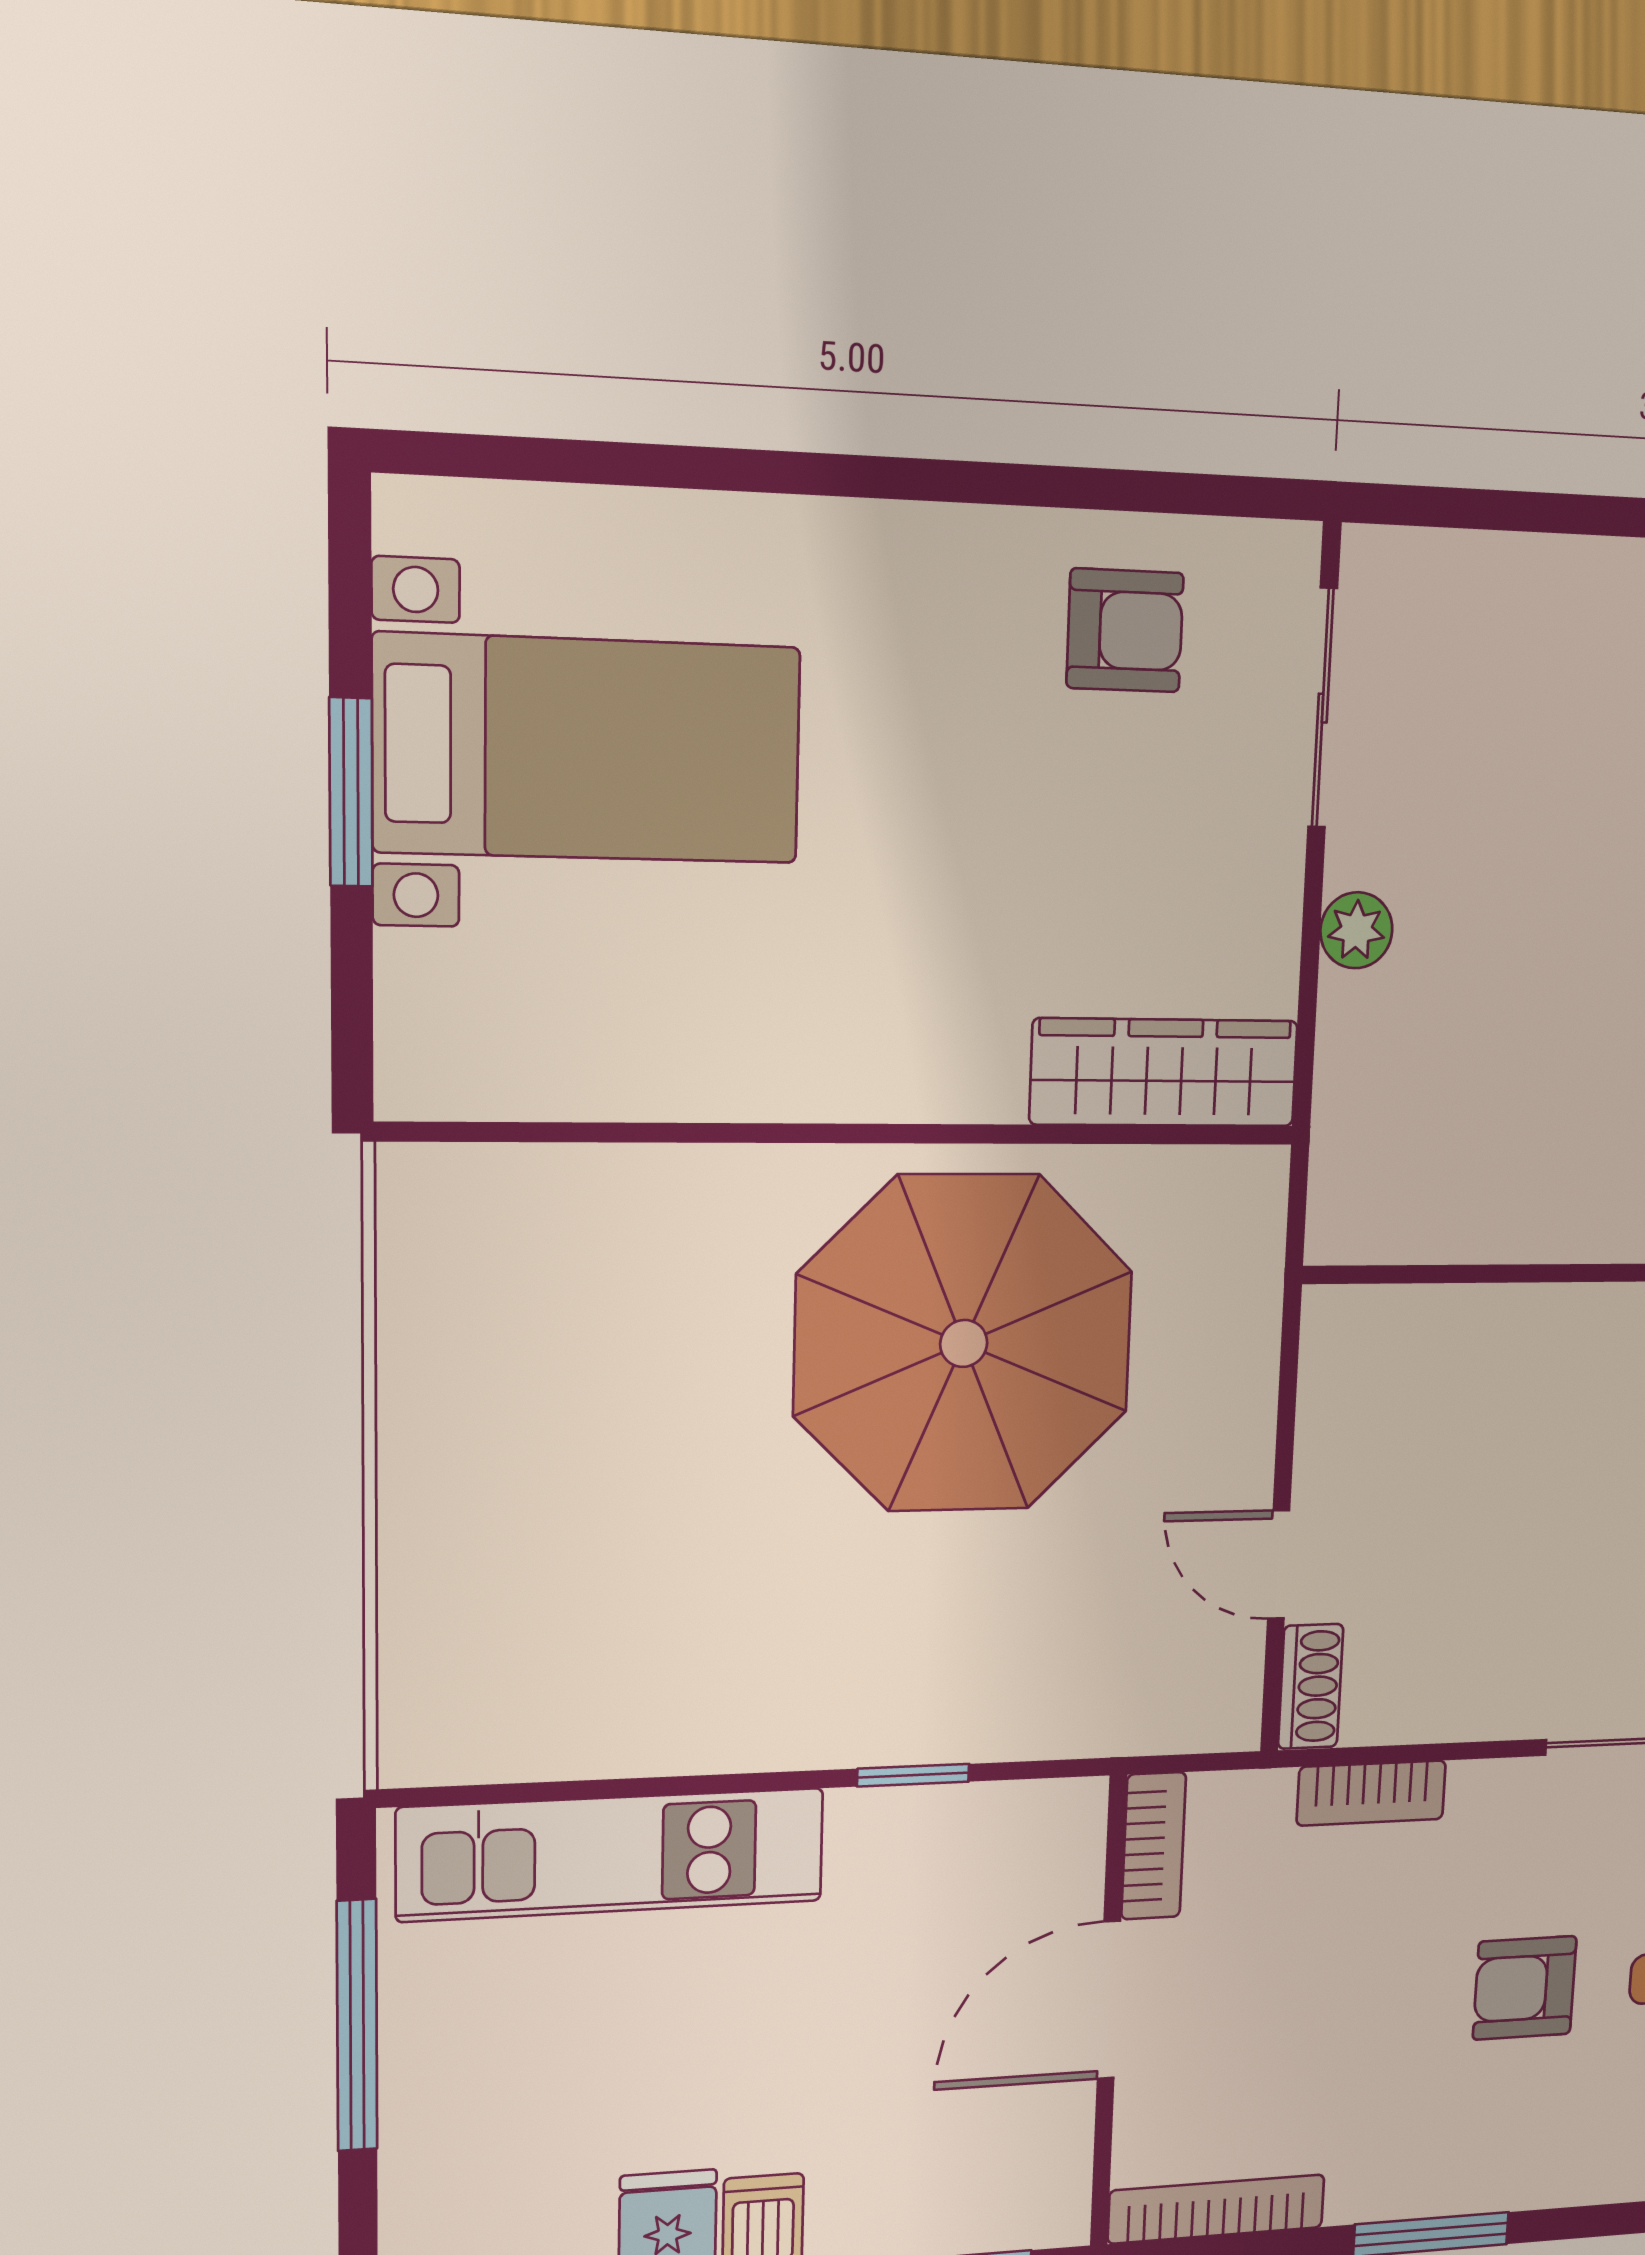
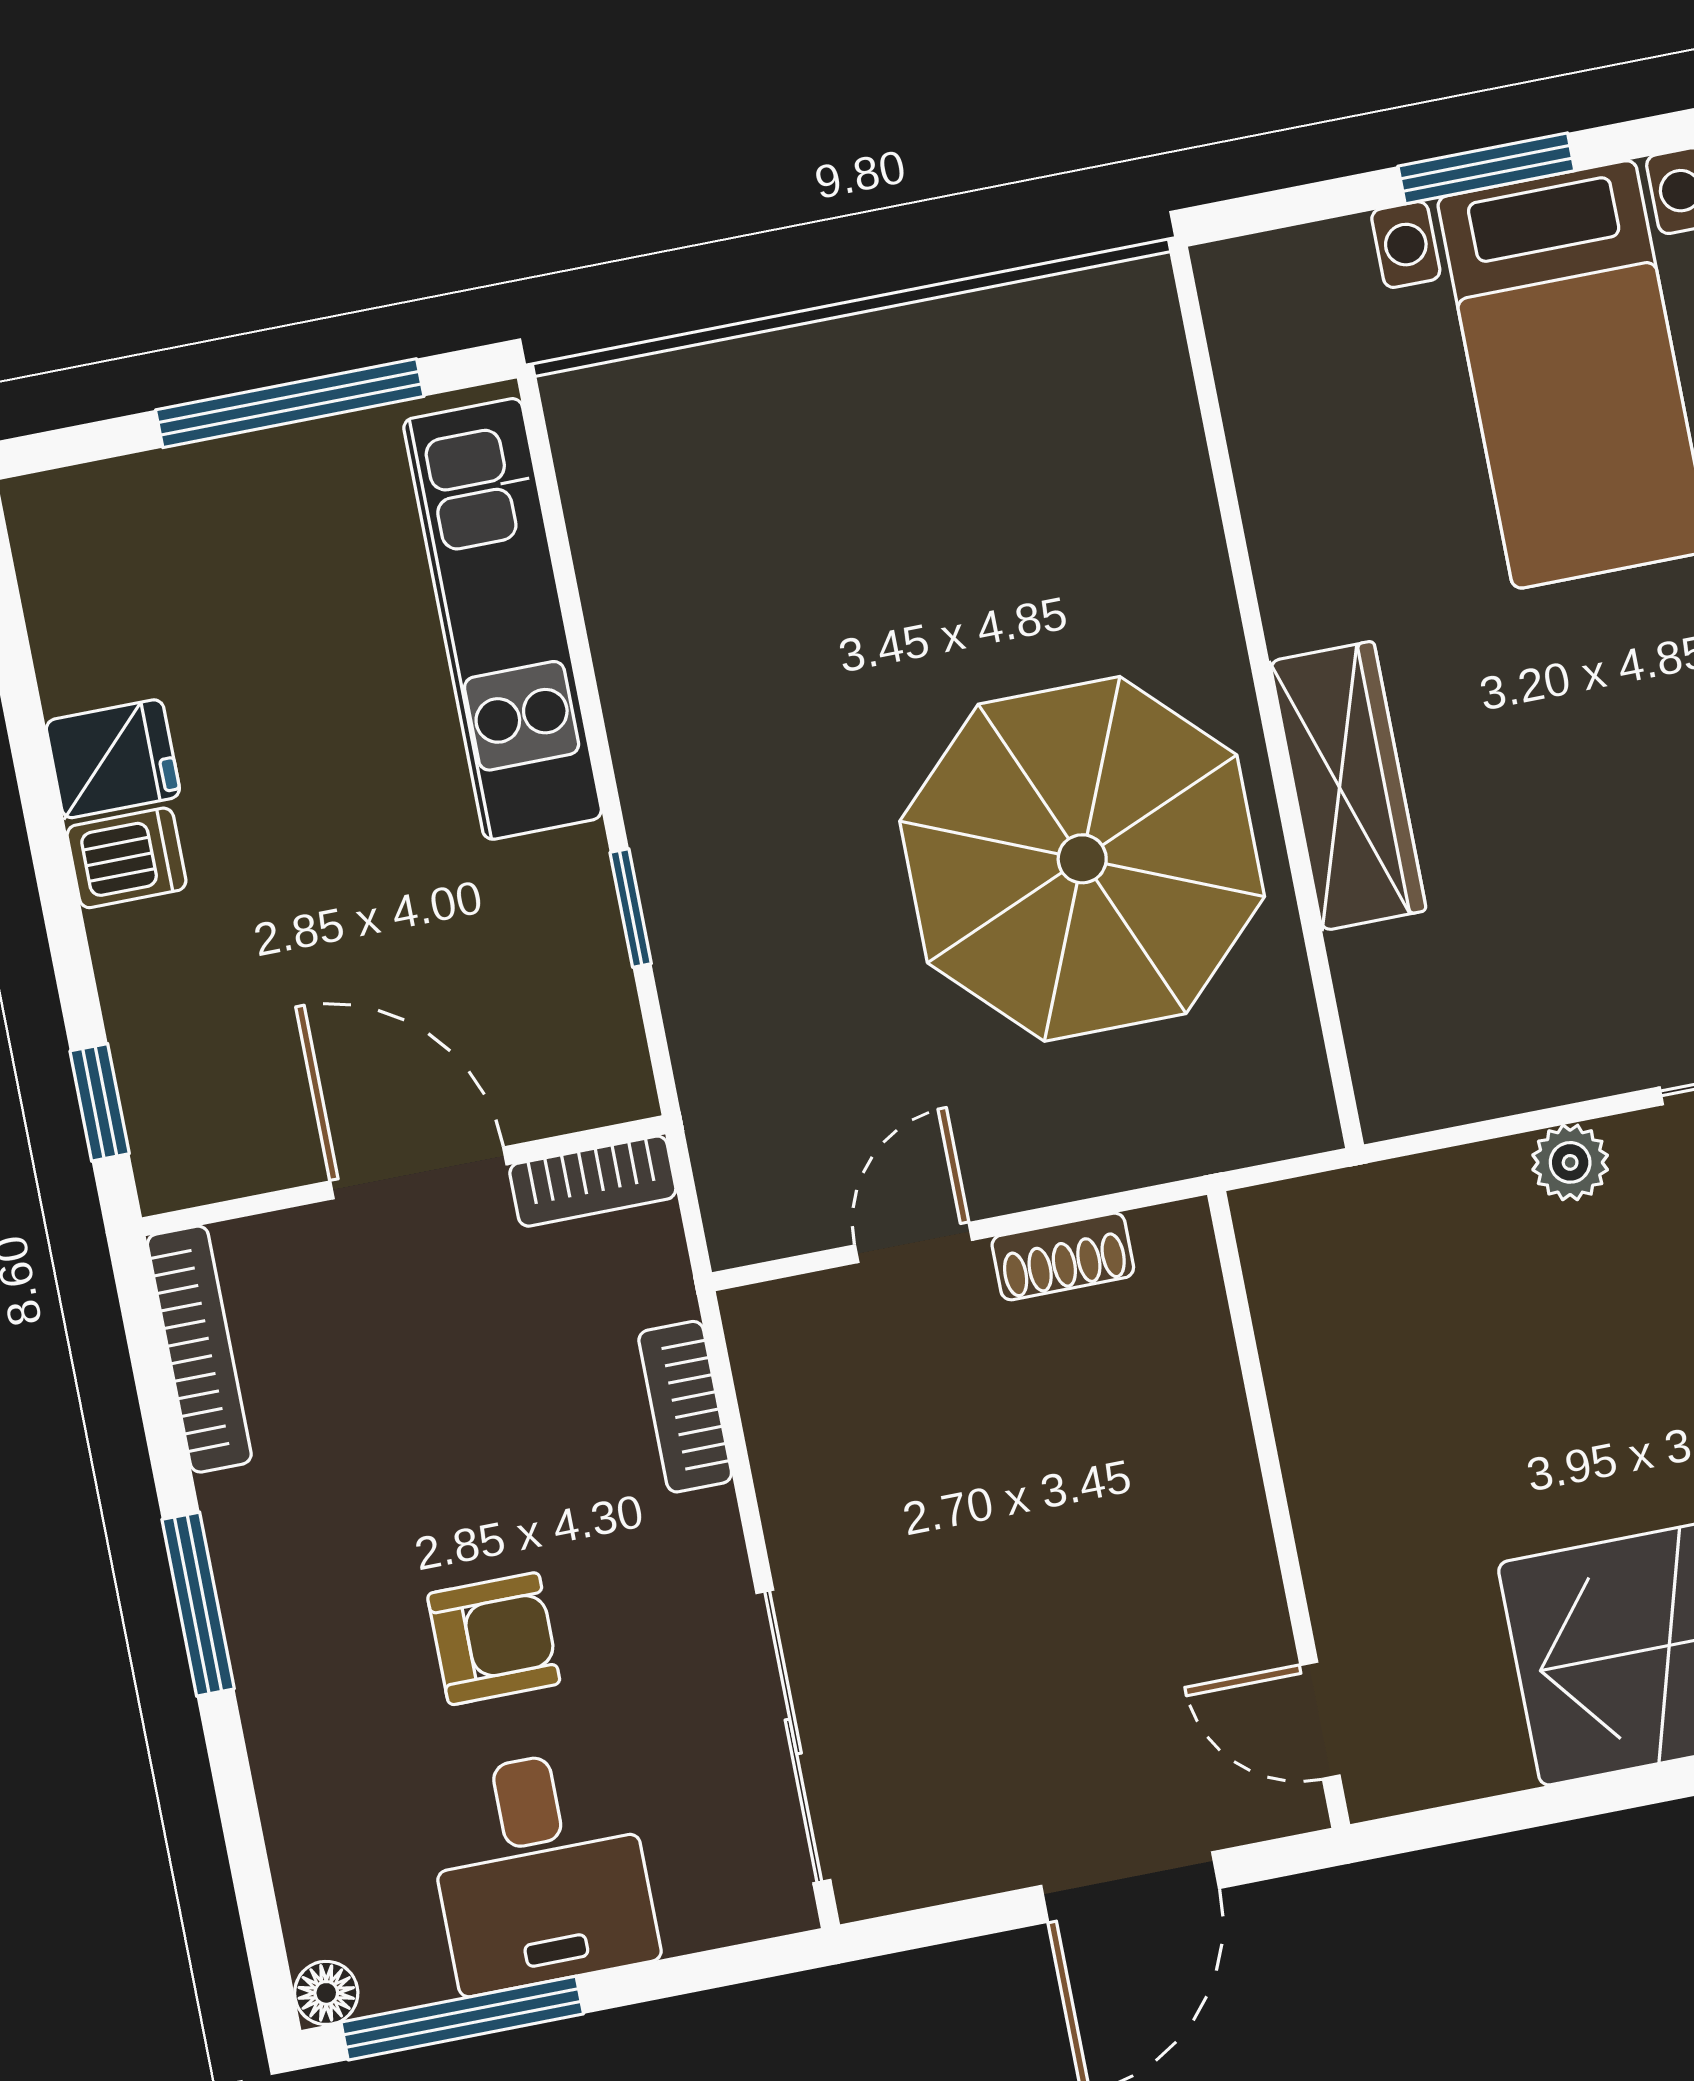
wardrobe: (1164, 1072) -> (1348, 786), moved
shoe rack: (1311, 1686) -> (1063, 1256), moved
armchair: (1525, 1988) -> (494, 1639), turned 90

